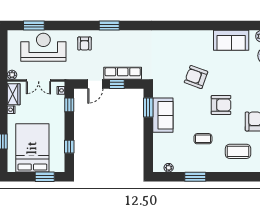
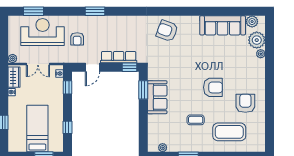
window: (109, 26) -> (95, 11), moved
sofa: (231, 40) -> (223, 25), width x1.36
armchair: (84, 44) -> (77, 39), moved
armchair: (196, 77) -> (167, 31), moved
window: (117, 84) -> (130, 67), moved
bed: (32, 148) -> (37, 129), width x0.67
coffee table: (238, 151) -> (229, 132), width x1.36, depth x1.32

